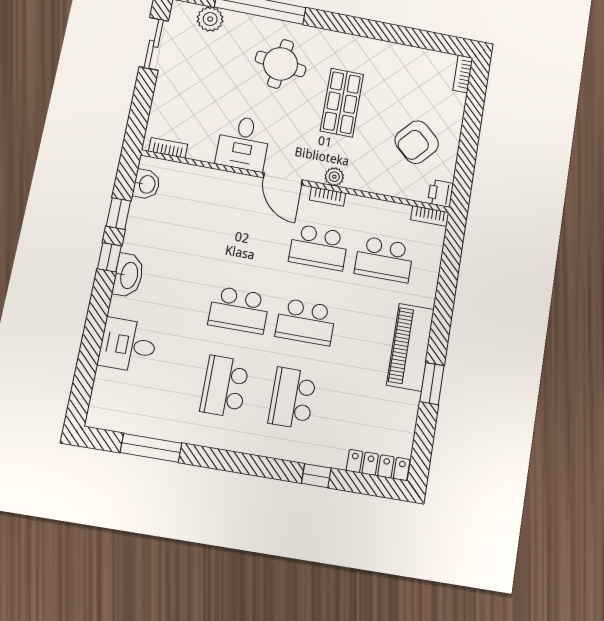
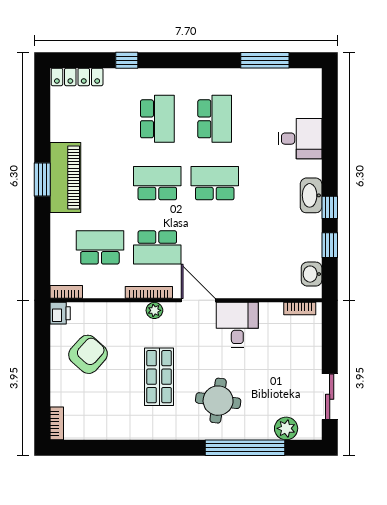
bookcase: (328, 196) -> (149, 292), width x1.56
school desk: (319, 247) -> (157, 247), turned 180
window: (432, 384) -> (42, 179), moved

